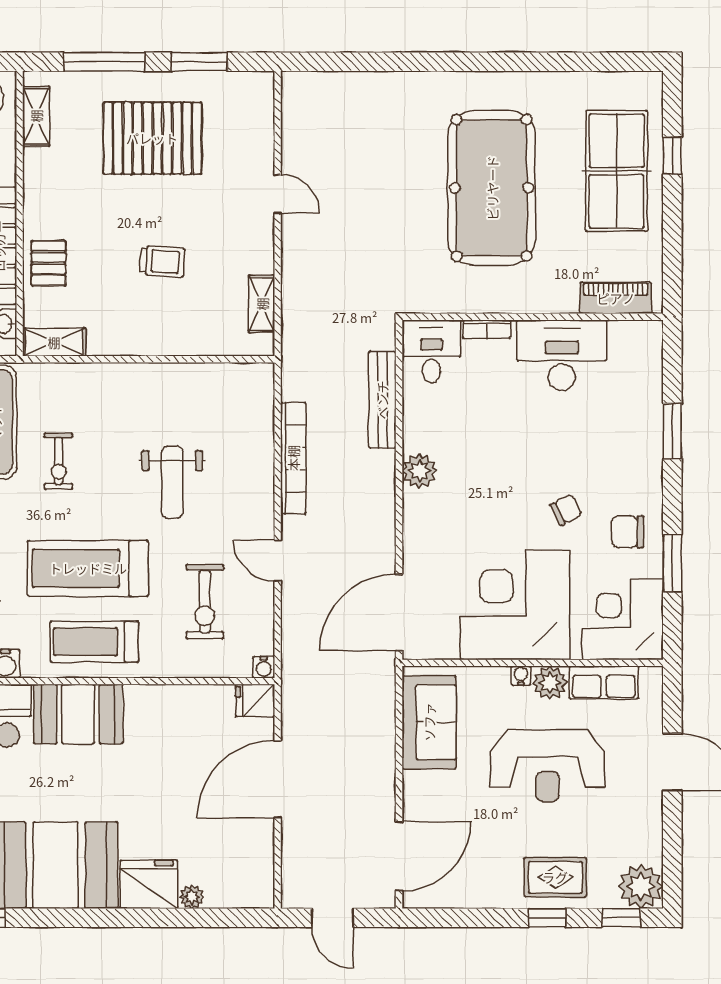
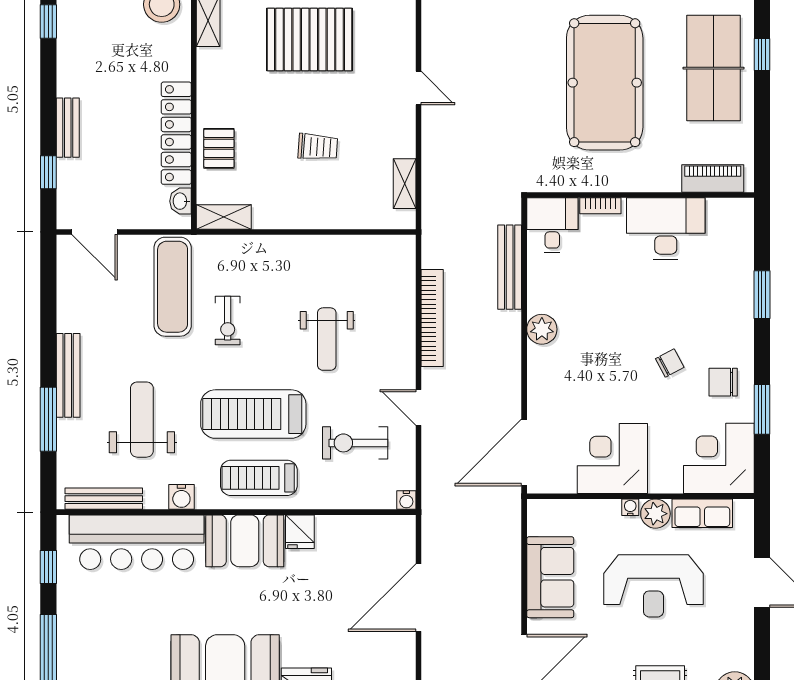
exercise bike: (205, 602) -> (355, 443), turned 90
corner desk: (515, 605) -> (612, 459), width x0.74, depth x0.74
fridge: (255, 700) -> (300, 532), moved, turned -90
sofa: (429, 722) -> (550, 577), moved

